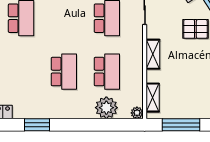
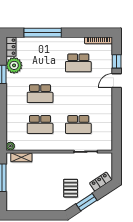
shelving: (153, 54) -> (52, 157), removed
plant: (106, 108) -> (14, 65), moved

